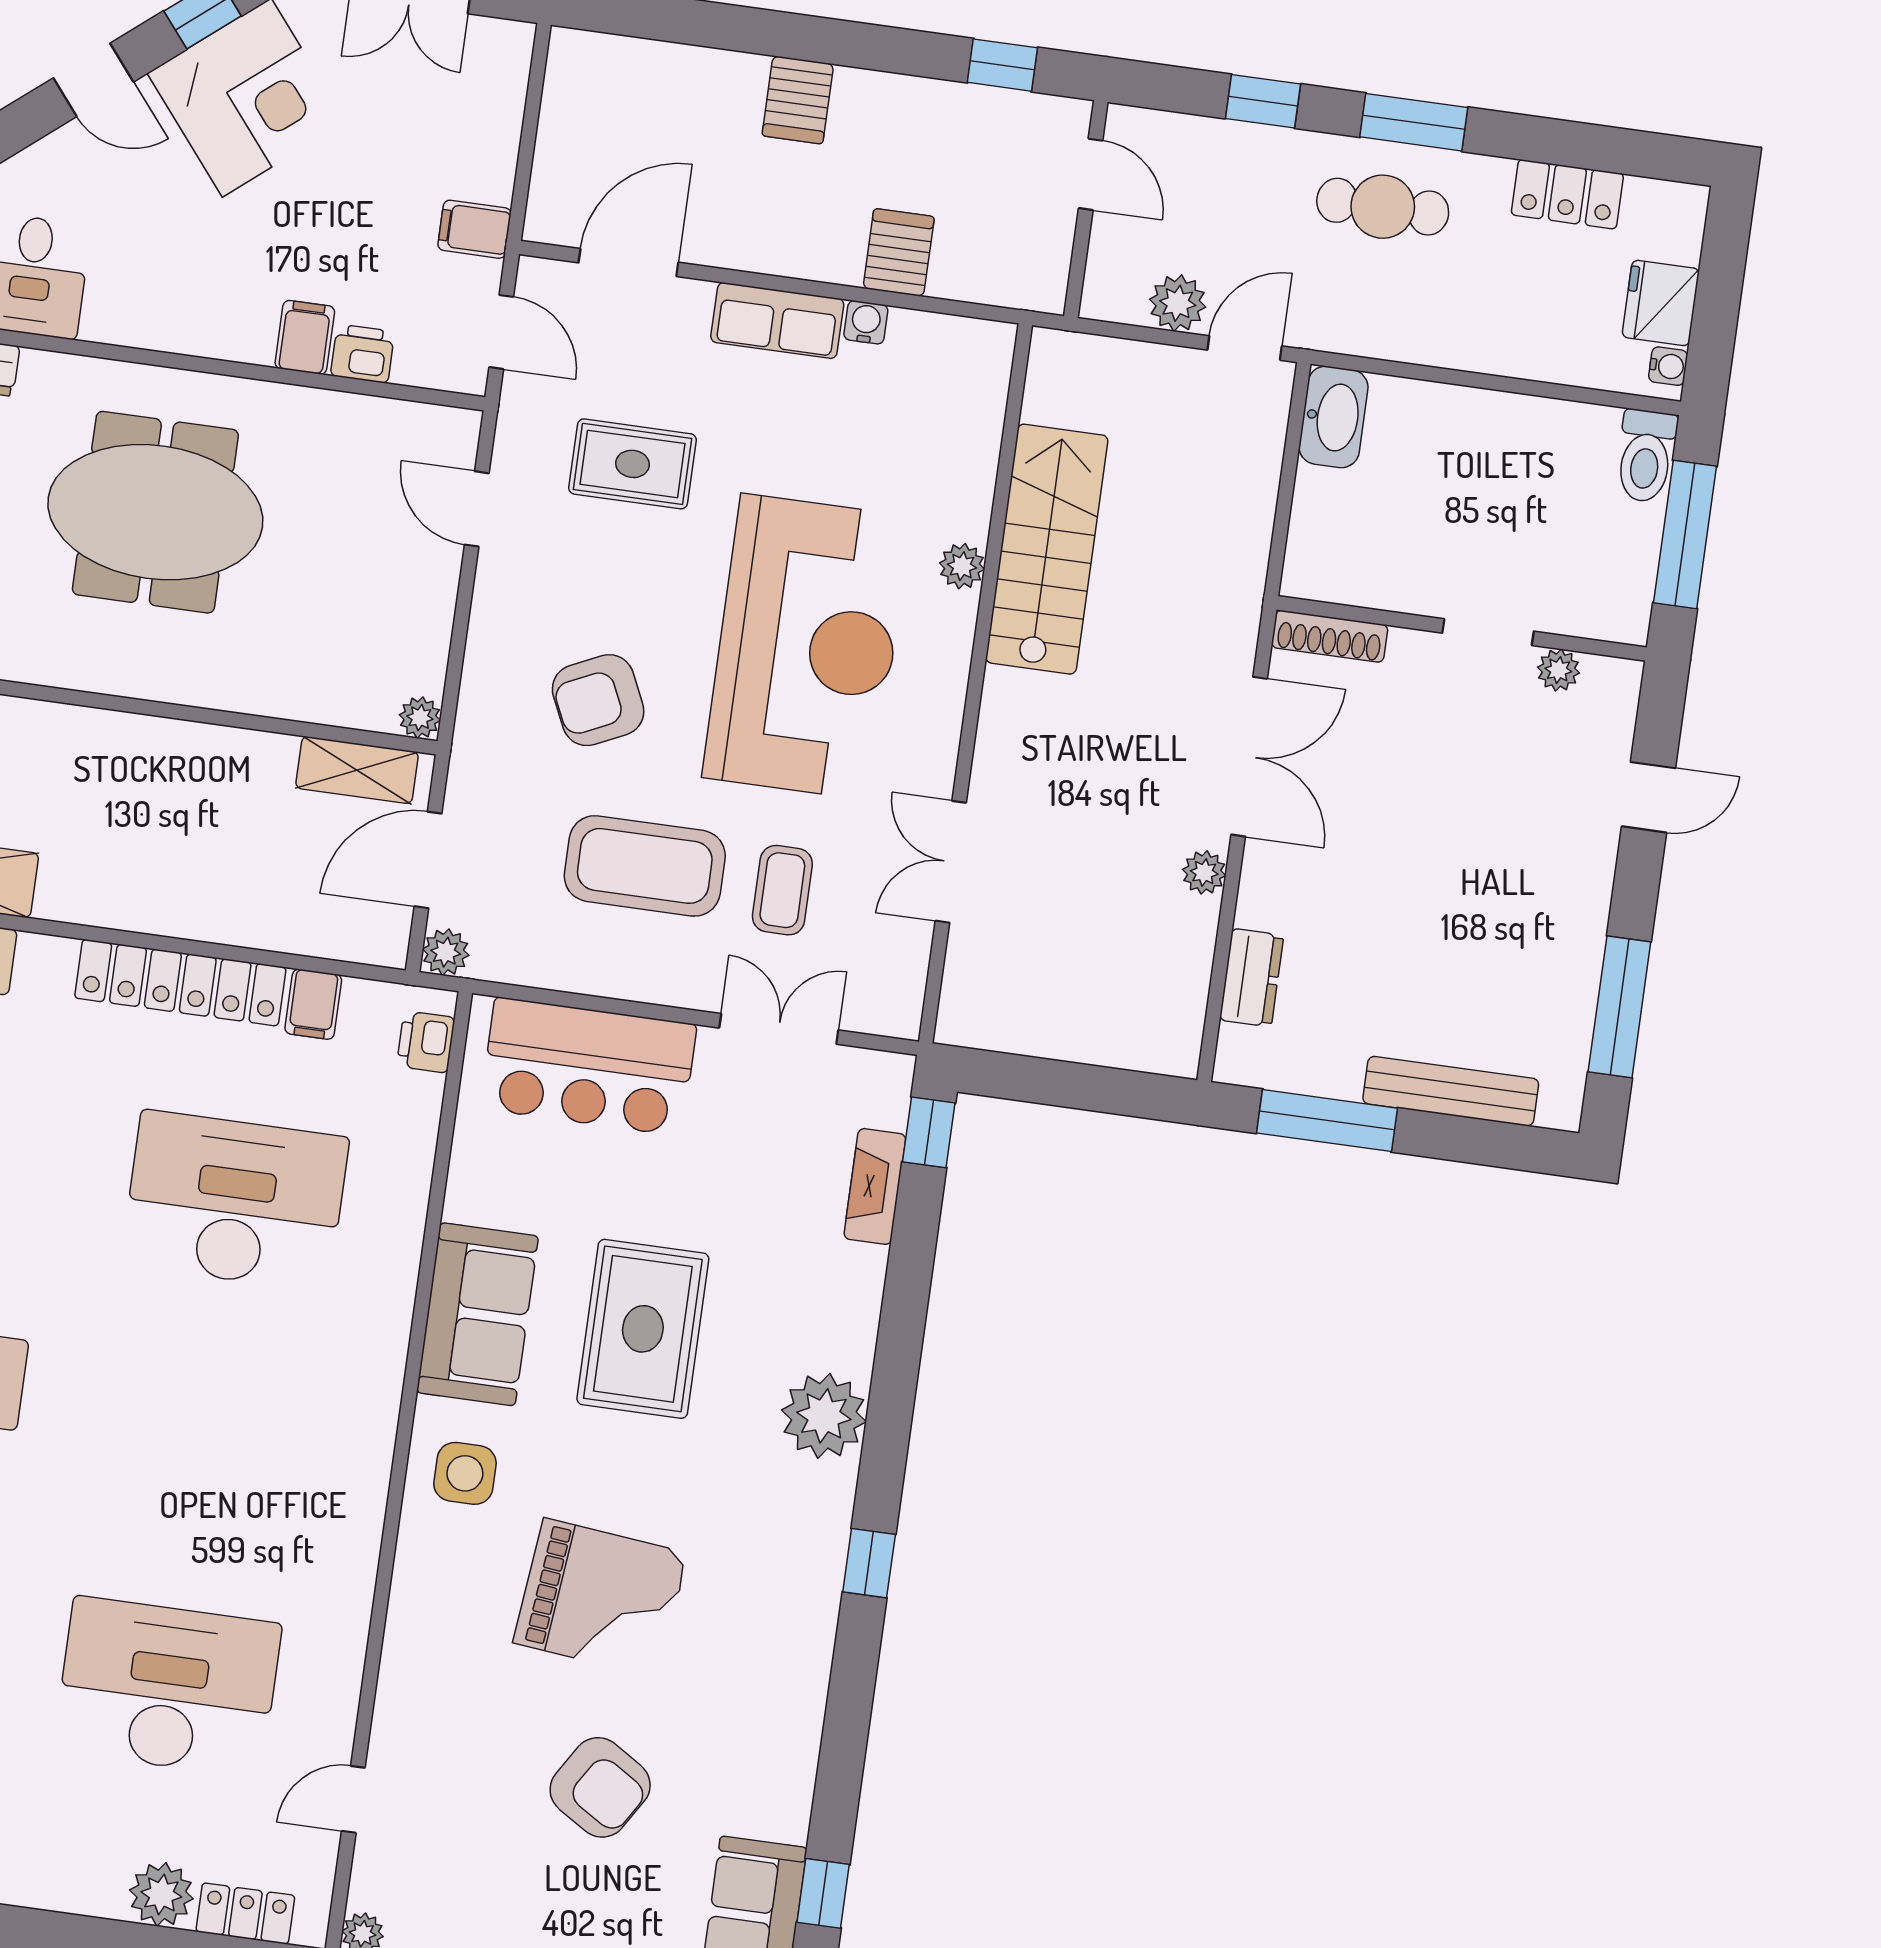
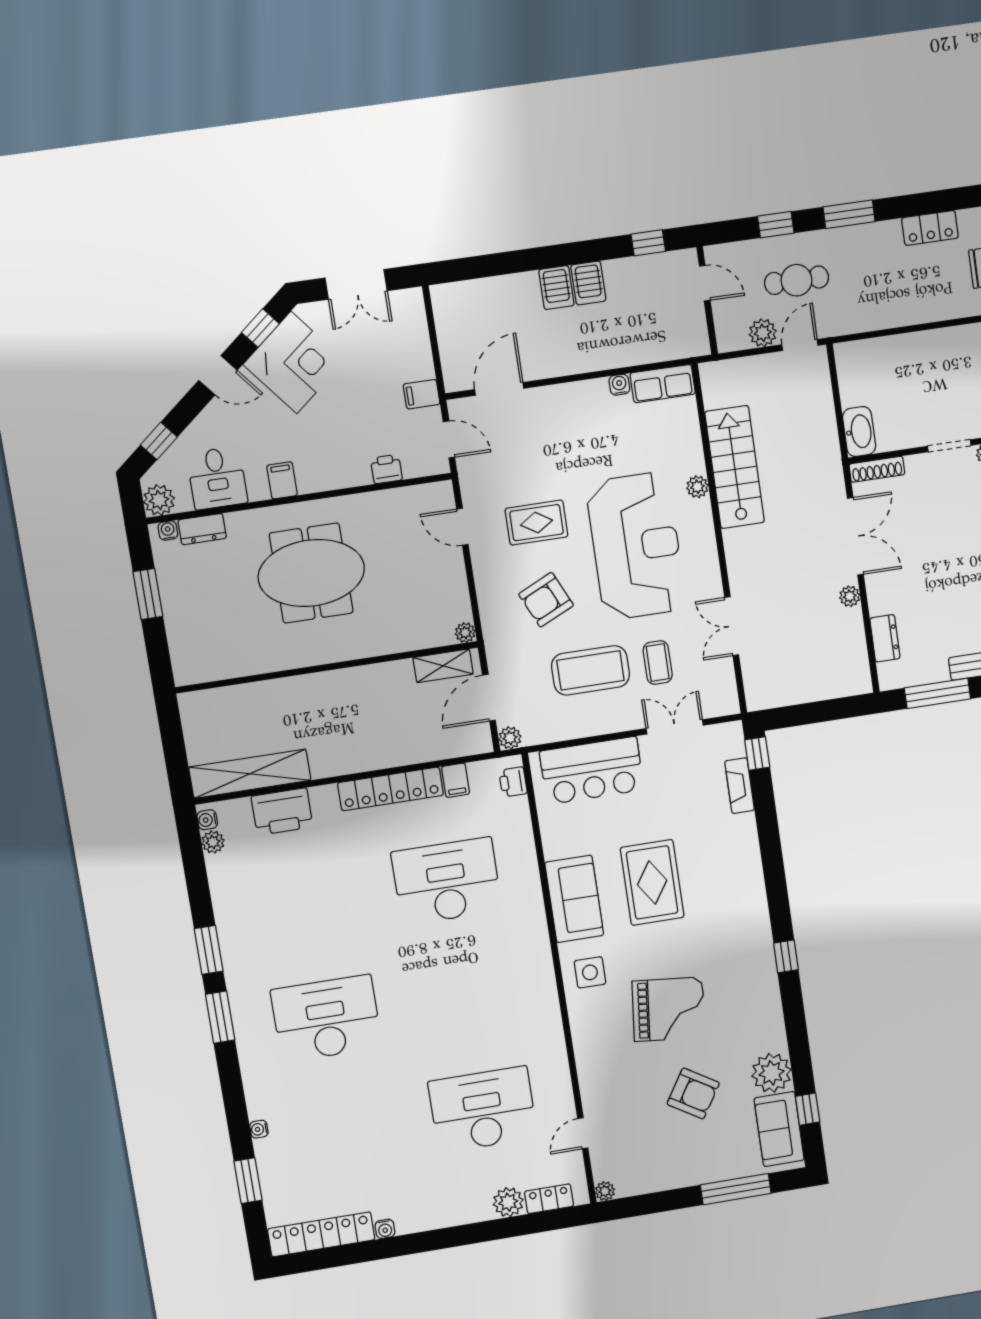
cafe table: (1383, 207) -> (797, 280), moved
server rack: (899, 252) -> (588, 283), moved, turned 180
row of seats: (777, 320) -> (663, 384), moved
filing cabinet: (305, 337) -> (282, 480), moved
washbasin: (1333, 417) -> (859, 432), moved
rug: (632, 464) -> (536, 523), moved
plant: (824, 1416) -> (772, 1073), moved

